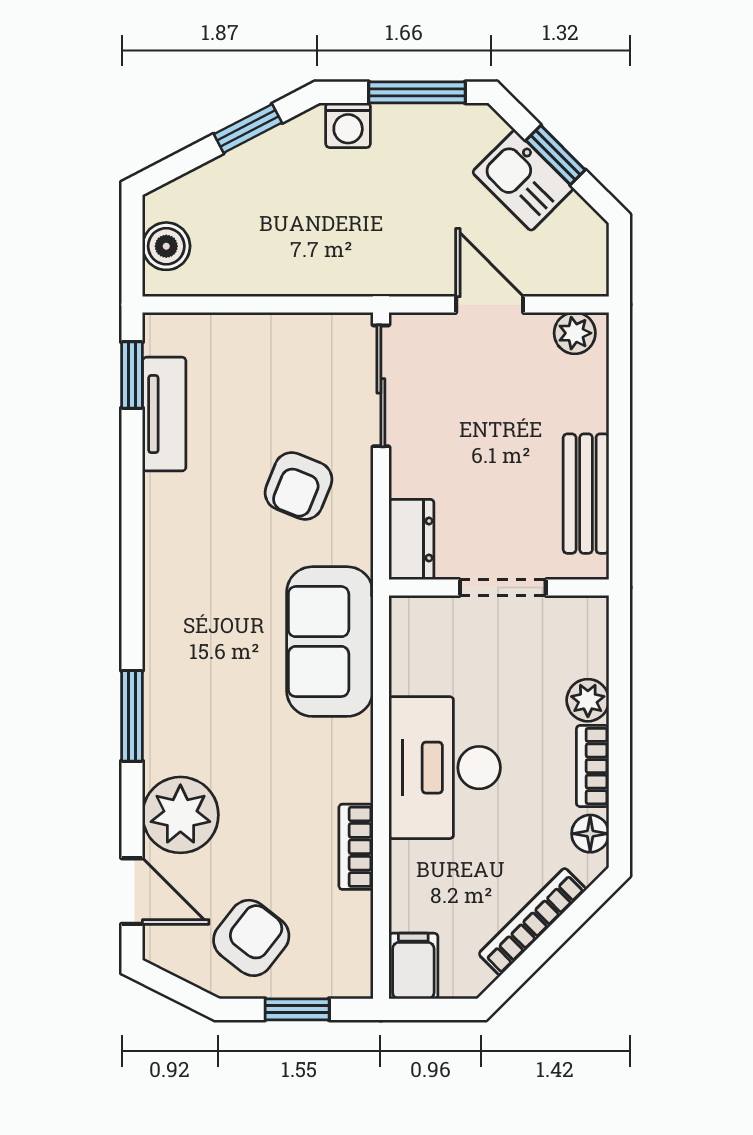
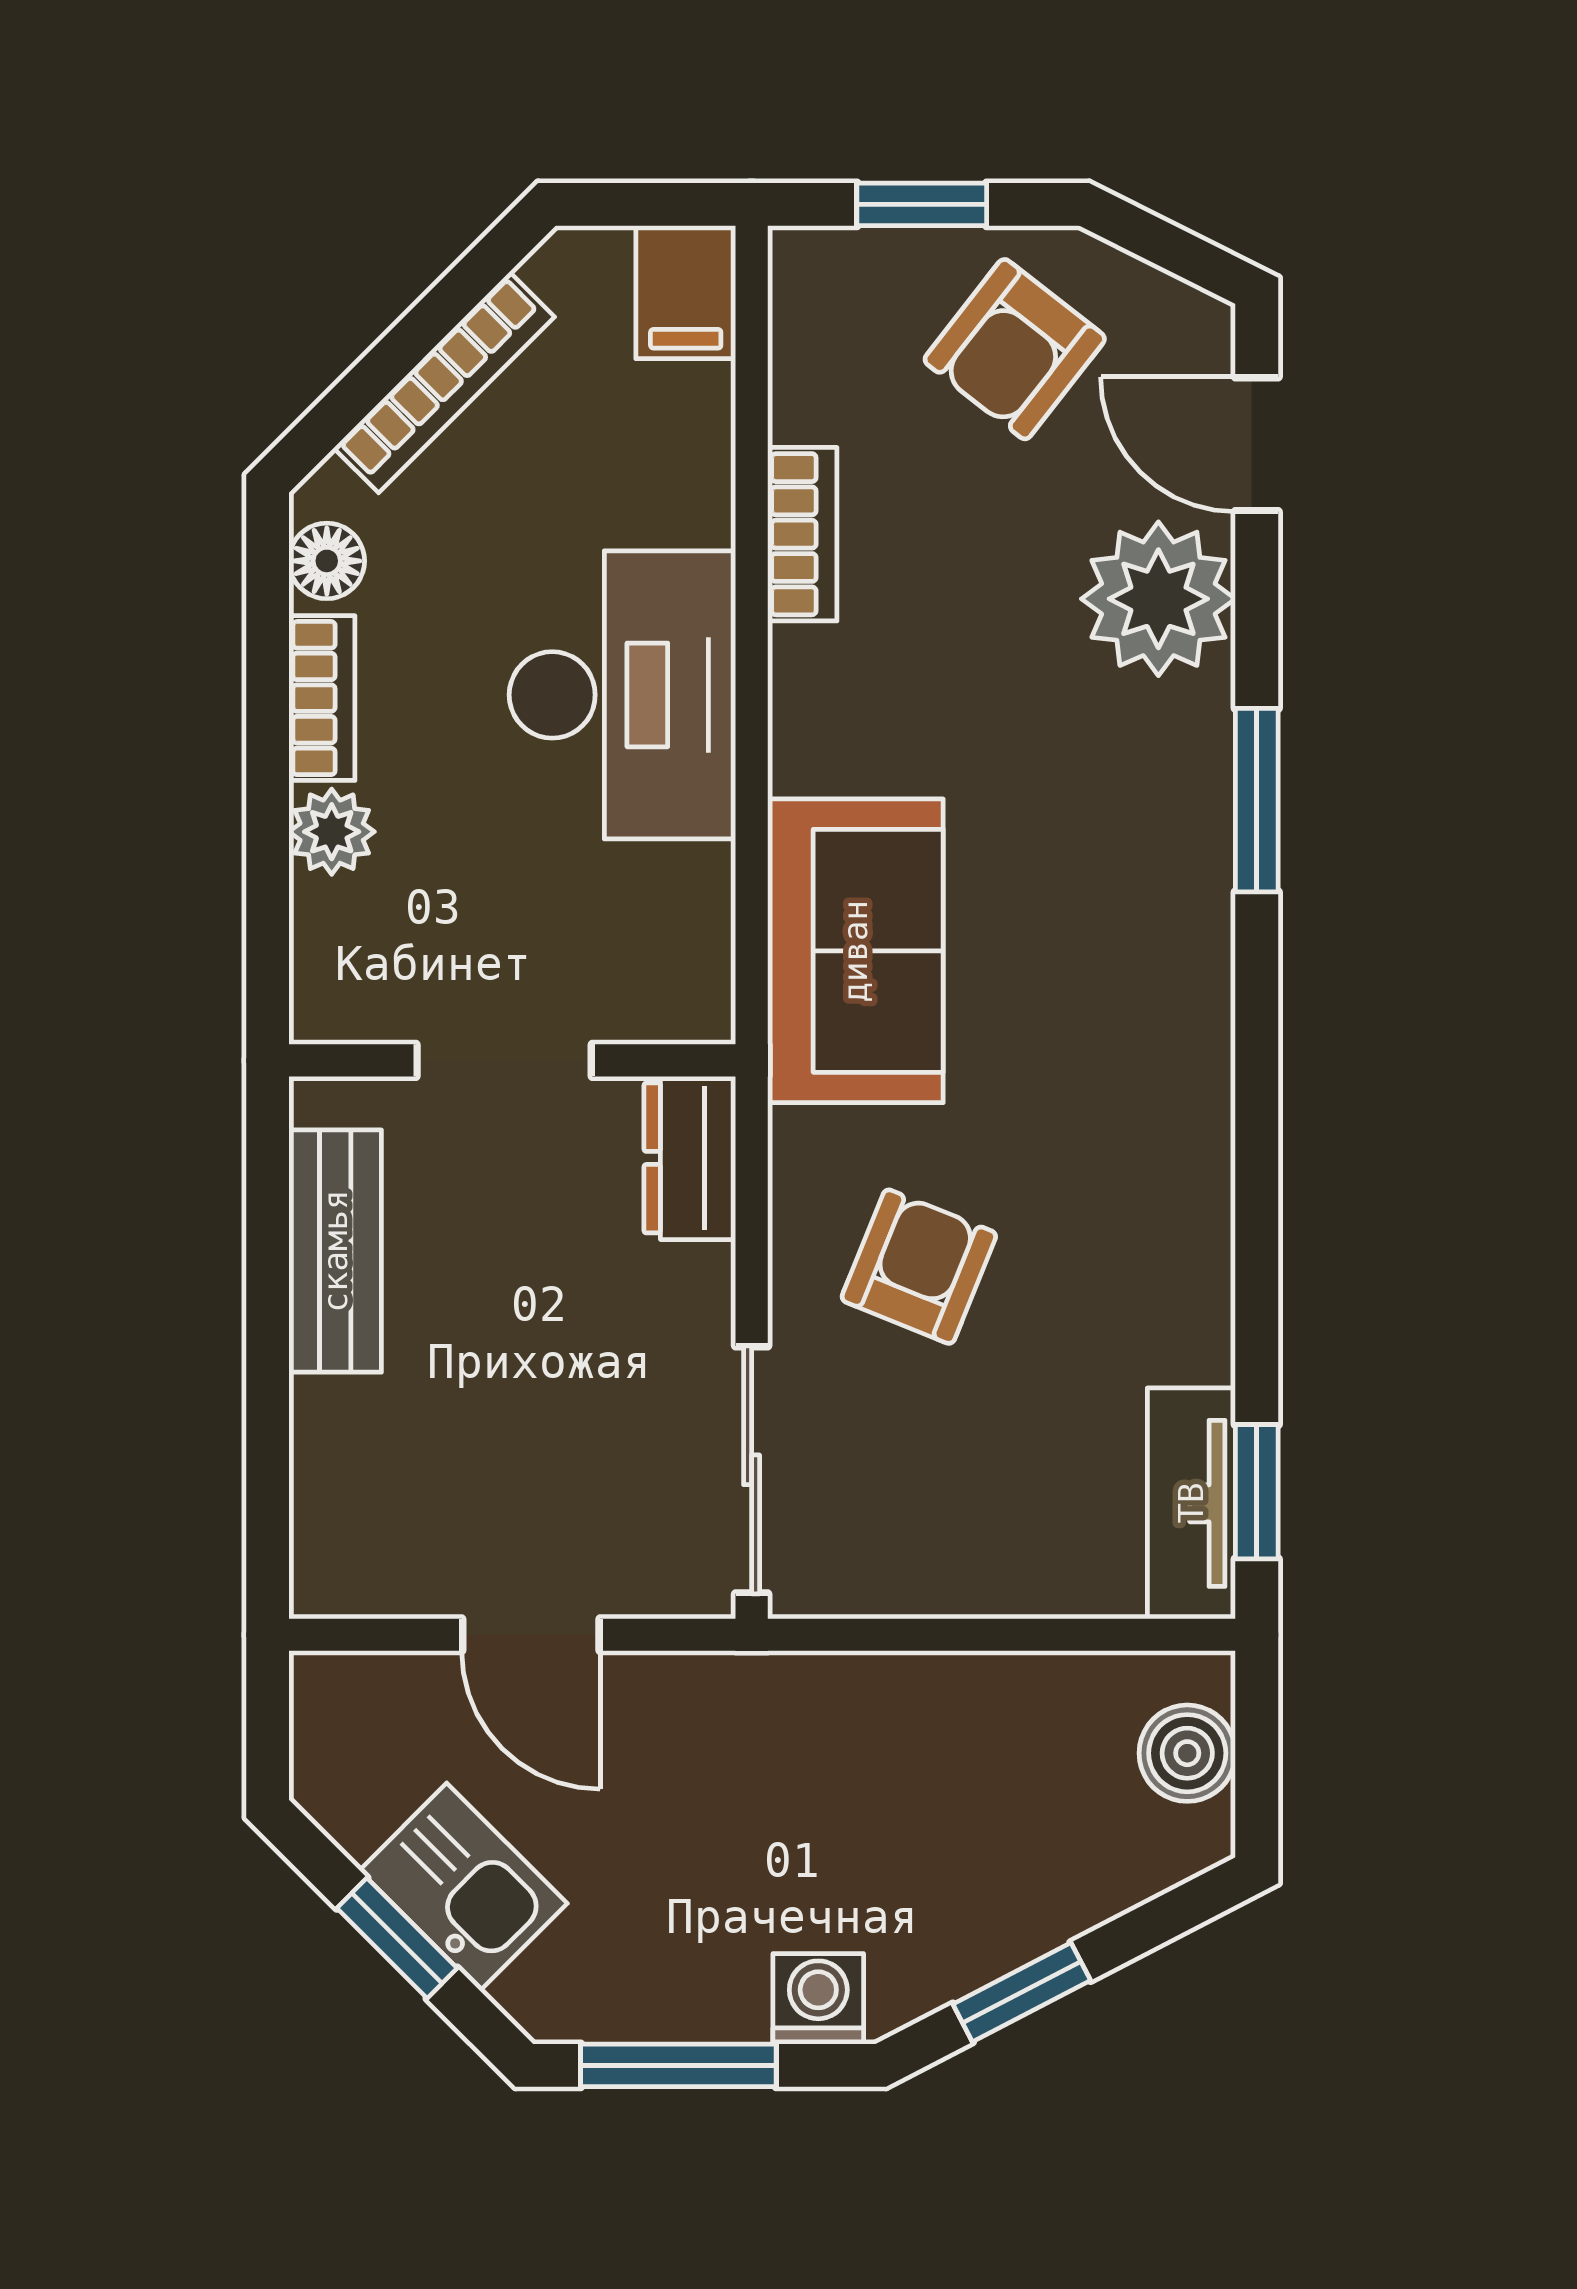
plant: (575, 333) -> (358, 1577), removed
tv unit: (164, 414) -> (1191, 1503), moved

